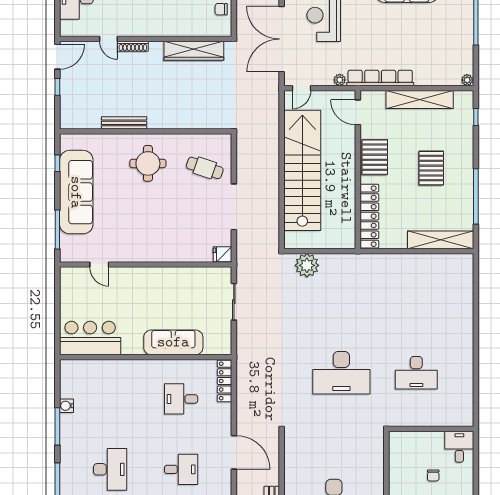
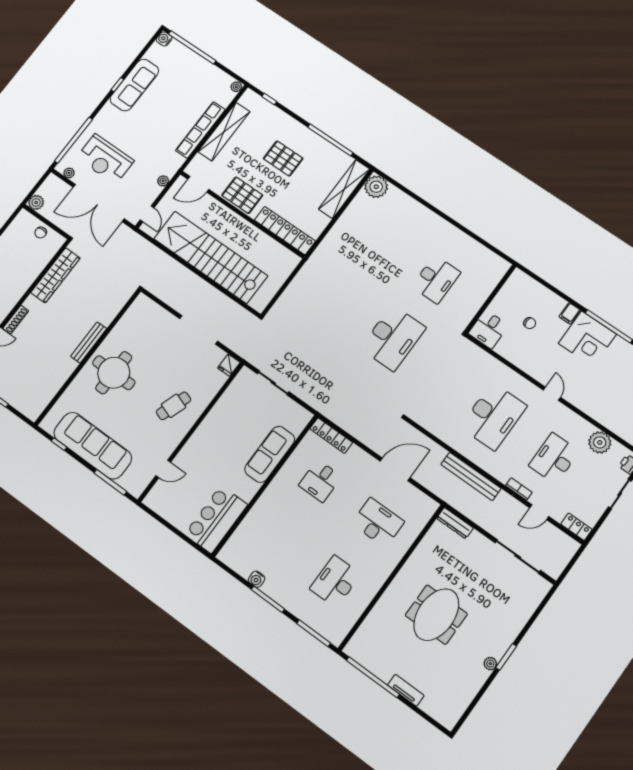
row of seats: (380, 78) -> (200, 130), moved
bench: (124, 123) -> (89, 342), moved
round table: (148, 163) -> (114, 373), width x1.36, depth x1.36
cafe table: (205, 168) -> (174, 406), moved
plant: (307, 265) -> (376, 187), moved
desk: (459, 447) -> (488, 329), moved, turned -90
desk: (110, 469) -> (335, 581), turned -90
desk: (181, 469) -> (378, 523), width x1.37

